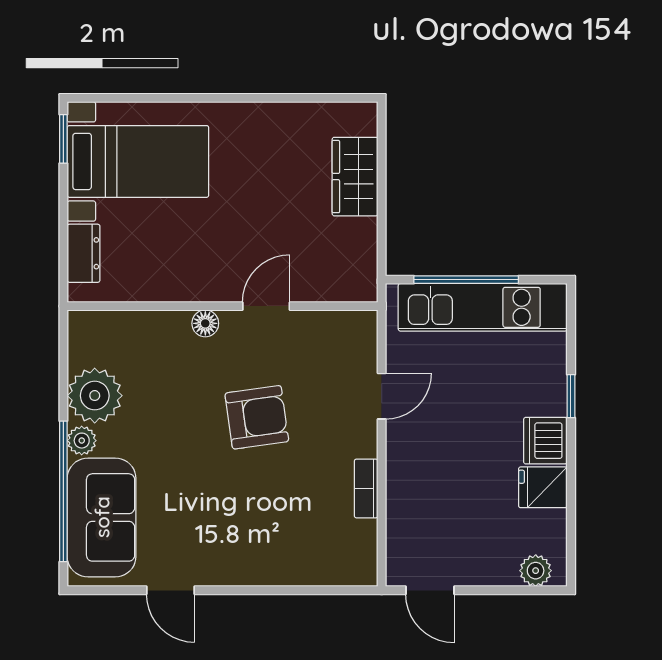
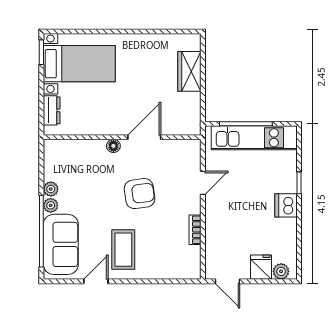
door: (266, 306) -> (144, 137), width x1.38
plant: (95, 396) -> (51, 189), width x0.53, depth x0.53
fridge: (543, 487) -> (261, 267), moved, turned 90
coffee table: (225, 528) -> (123, 250), added
door: (171, 590) -> (96, 281), swing flipped

